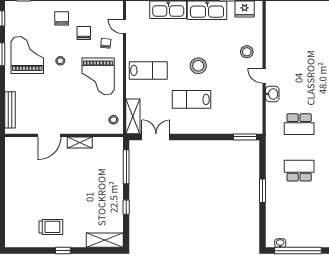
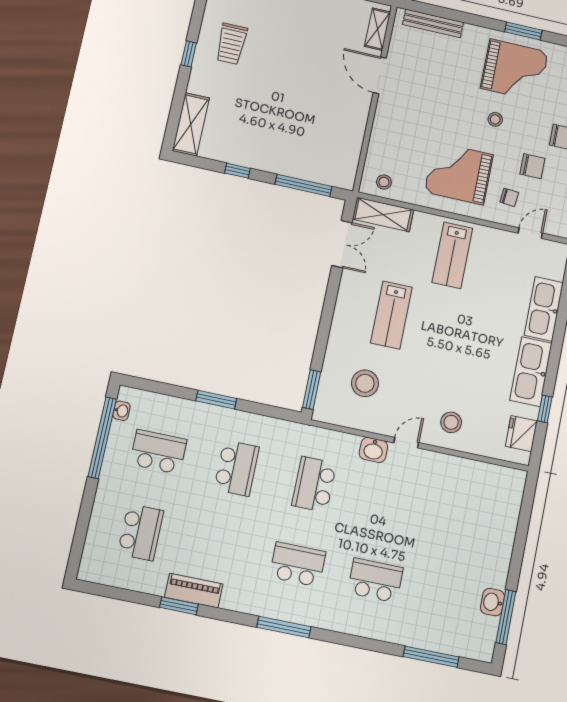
stool: (198, 66) -> (365, 383), moved
lab bench: (192, 99) -> (391, 315), turned 180
shelving: (80, 142) -> (377, 29), moved
school desk: (299, 217) -> (158, 452), added

